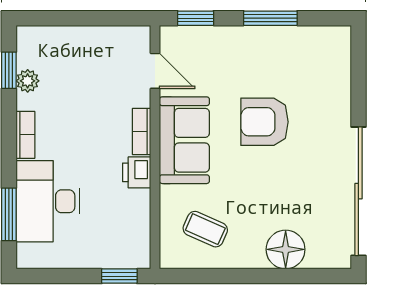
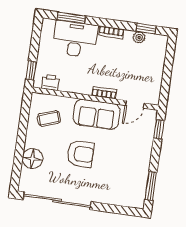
window: (270, 18) -> (151, 186), moved
armchair: (265, 122) -> (80, 154), moved, turned 90
printer: (137, 172) -> (50, 82), moved
coffee table: (205, 229) -> (49, 118), turned 47

